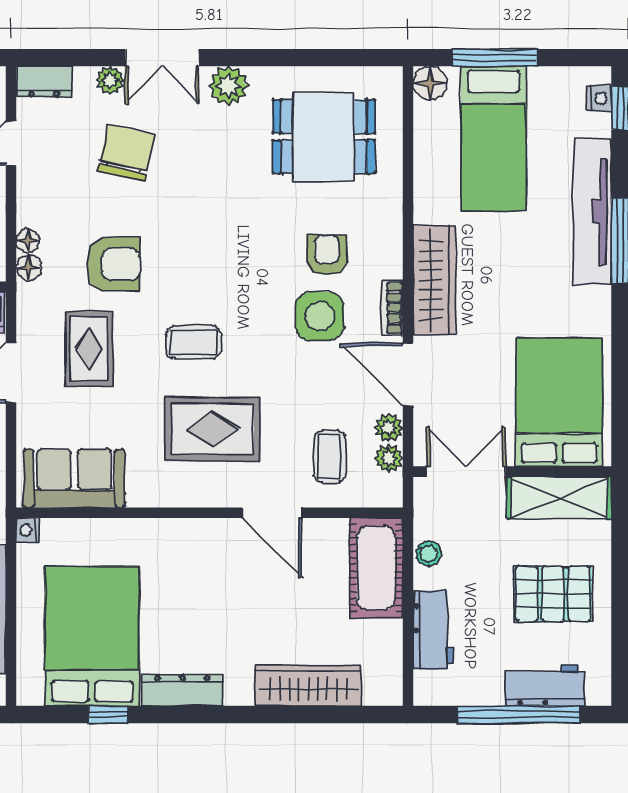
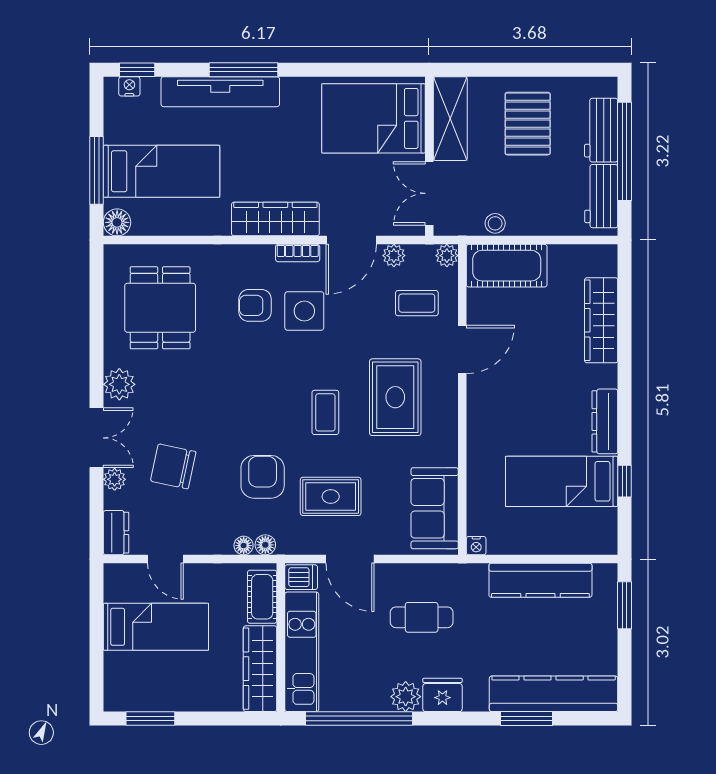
plant: (389, 458) -> (447, 256), moved
workbench: (433, 630) -> (601, 196), moved, turned -90
bed: (92, 636) -> (562, 481), width x0.67

